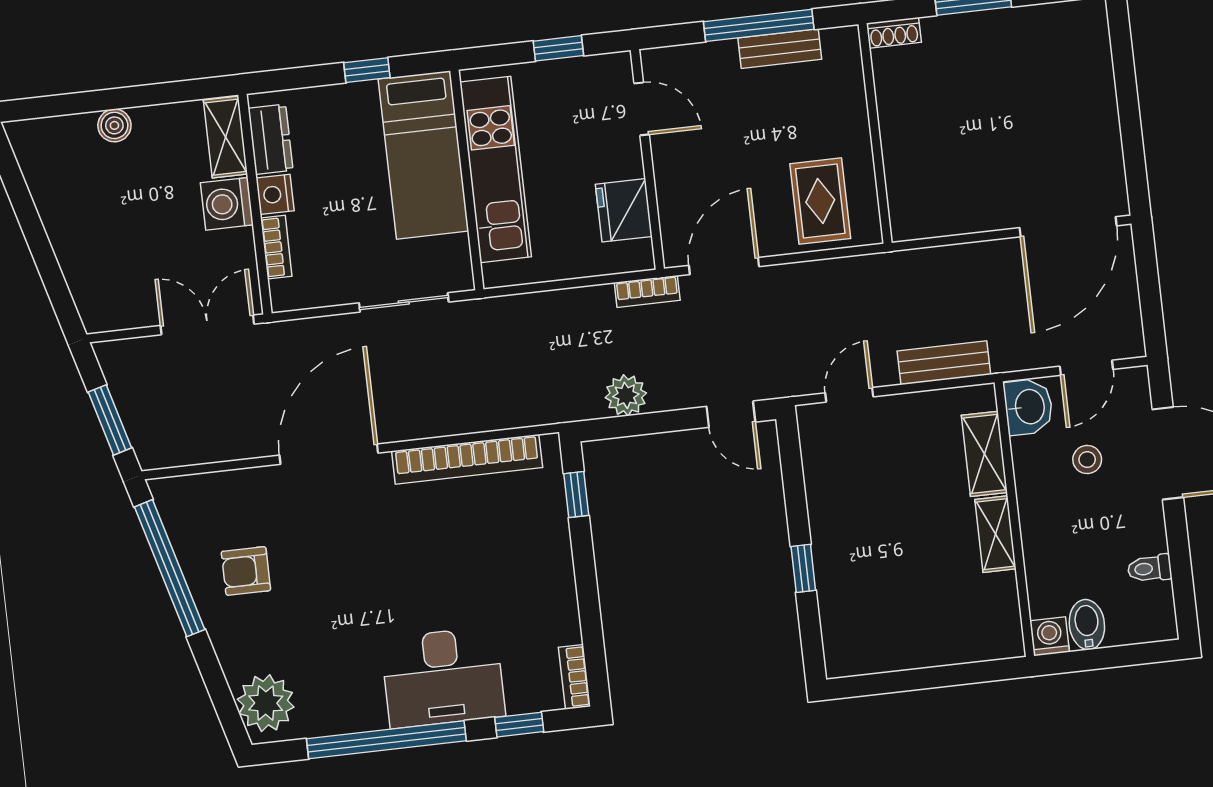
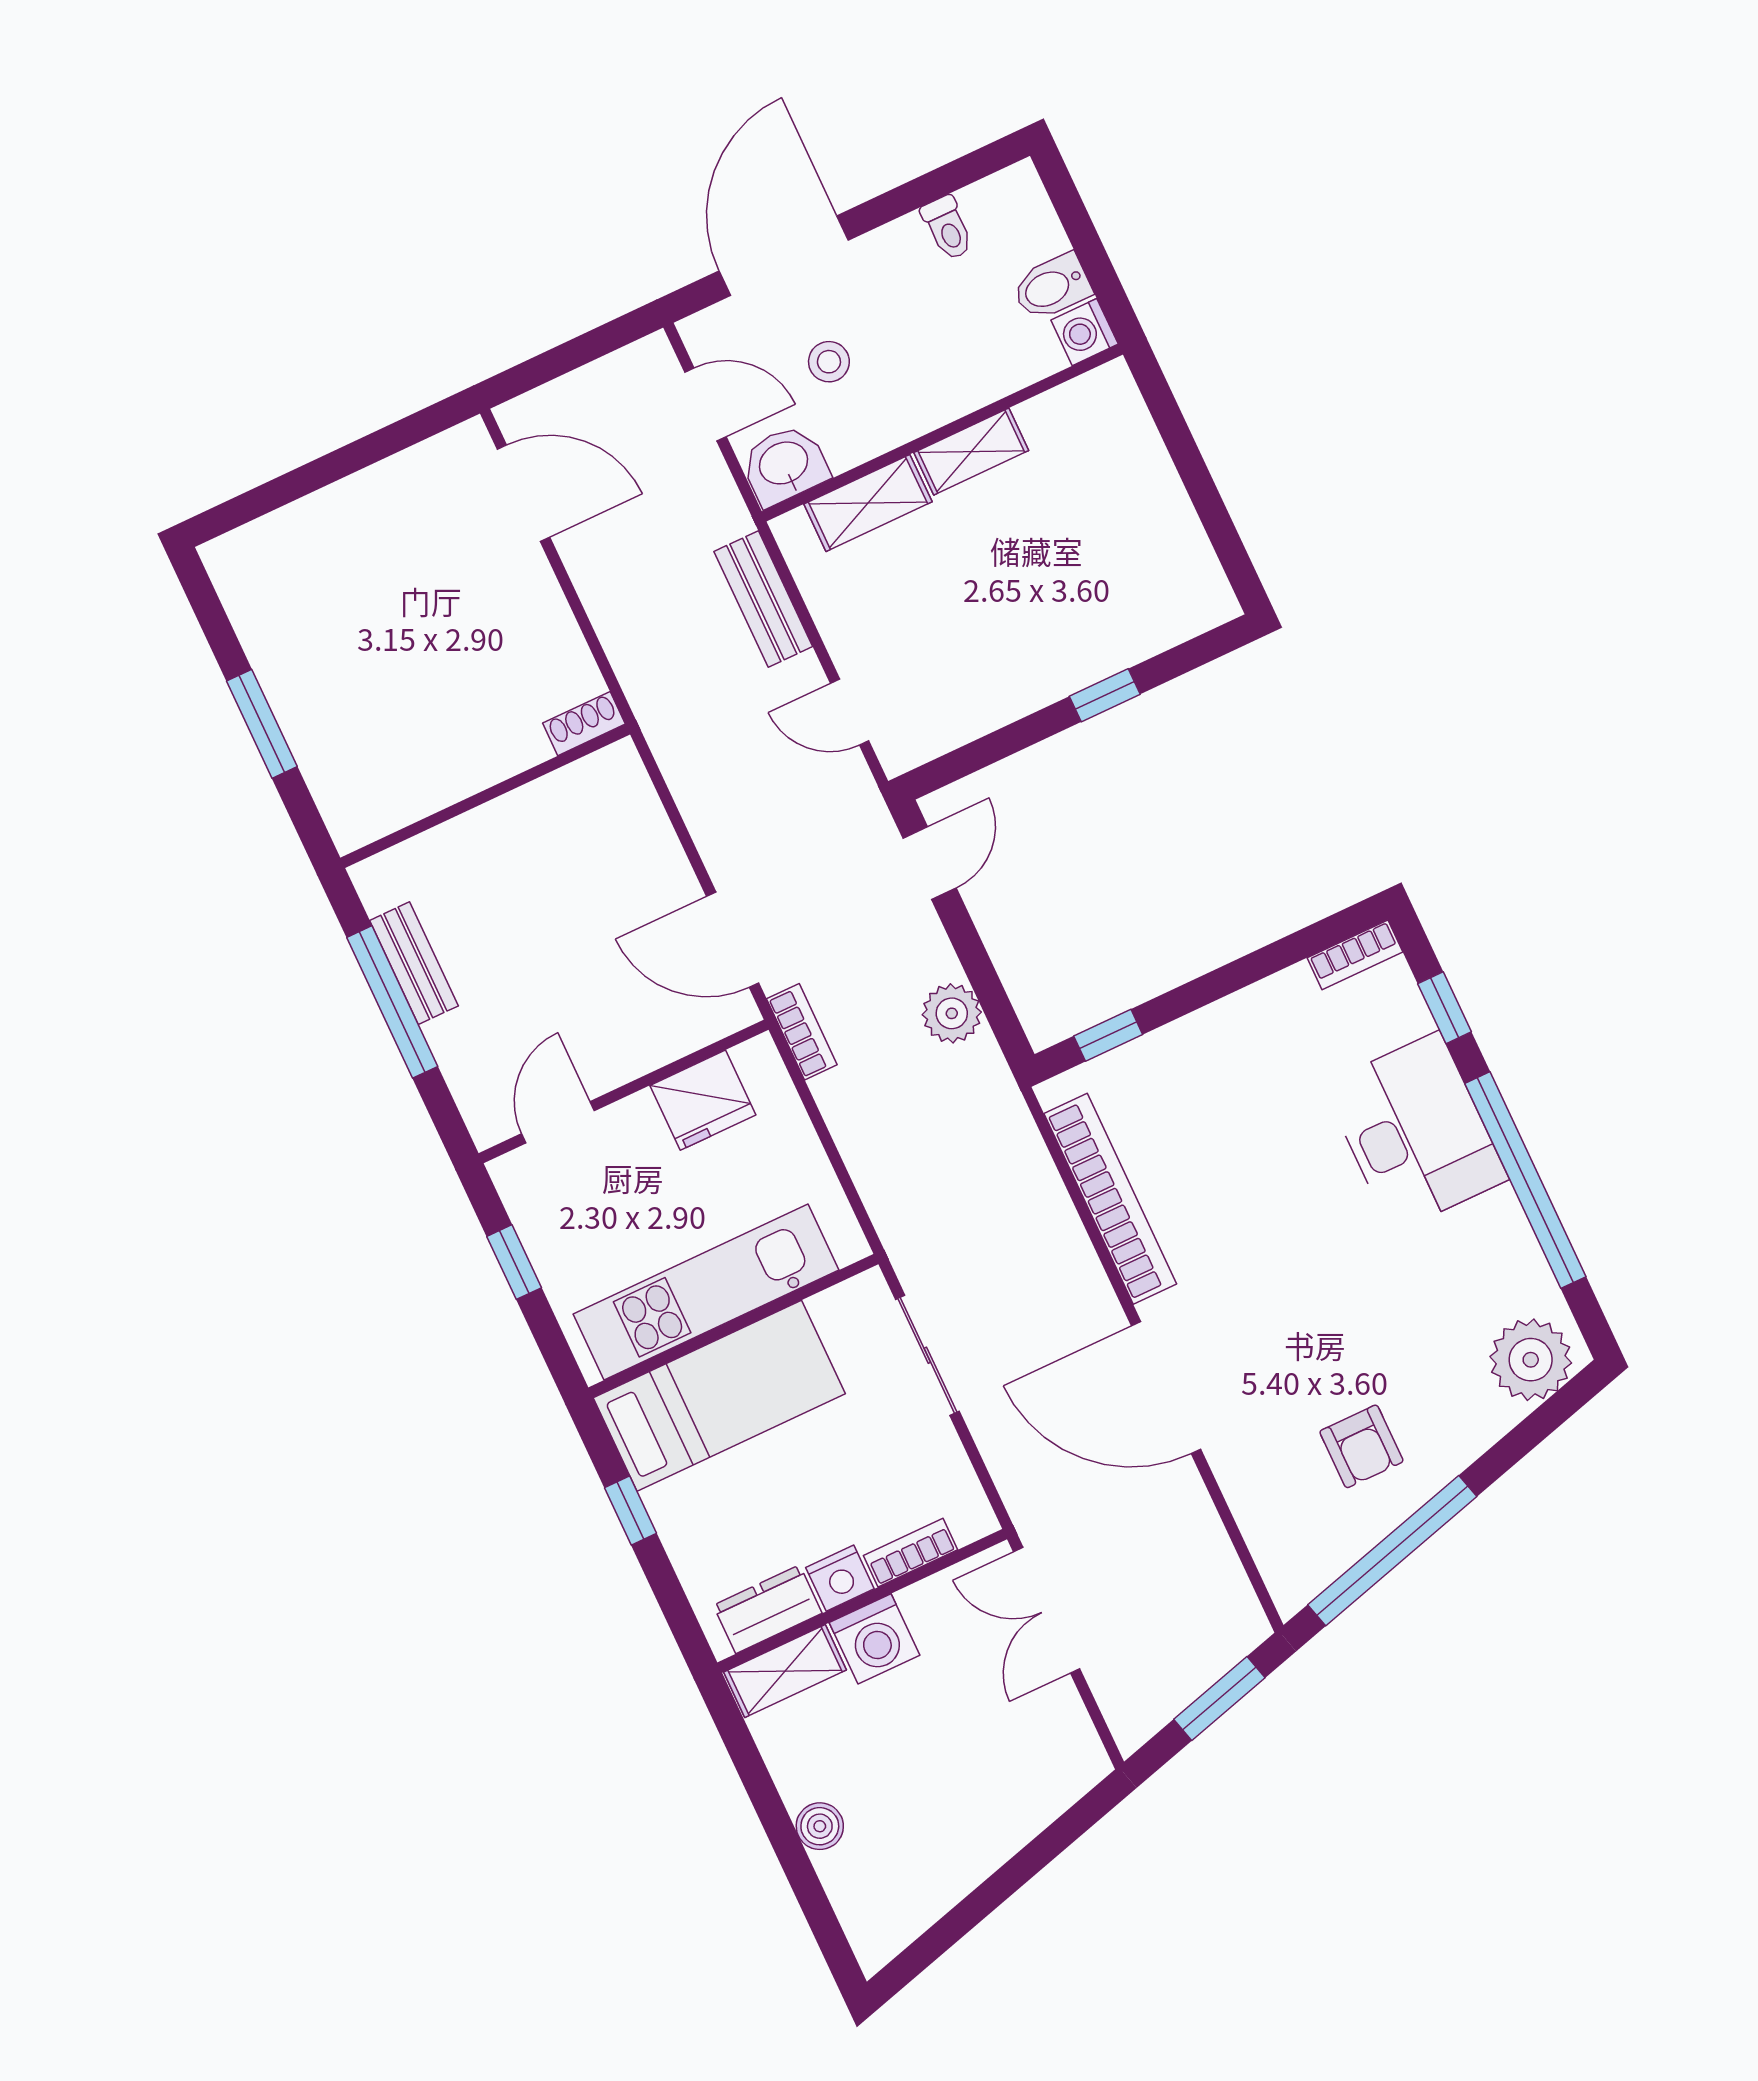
shoe rack: (894, 33) -> (584, 724), moved, turned -90
rug: (820, 201) -> (601, 839), removed
door: (1068, 227) -> (523, 493), width x0.73

